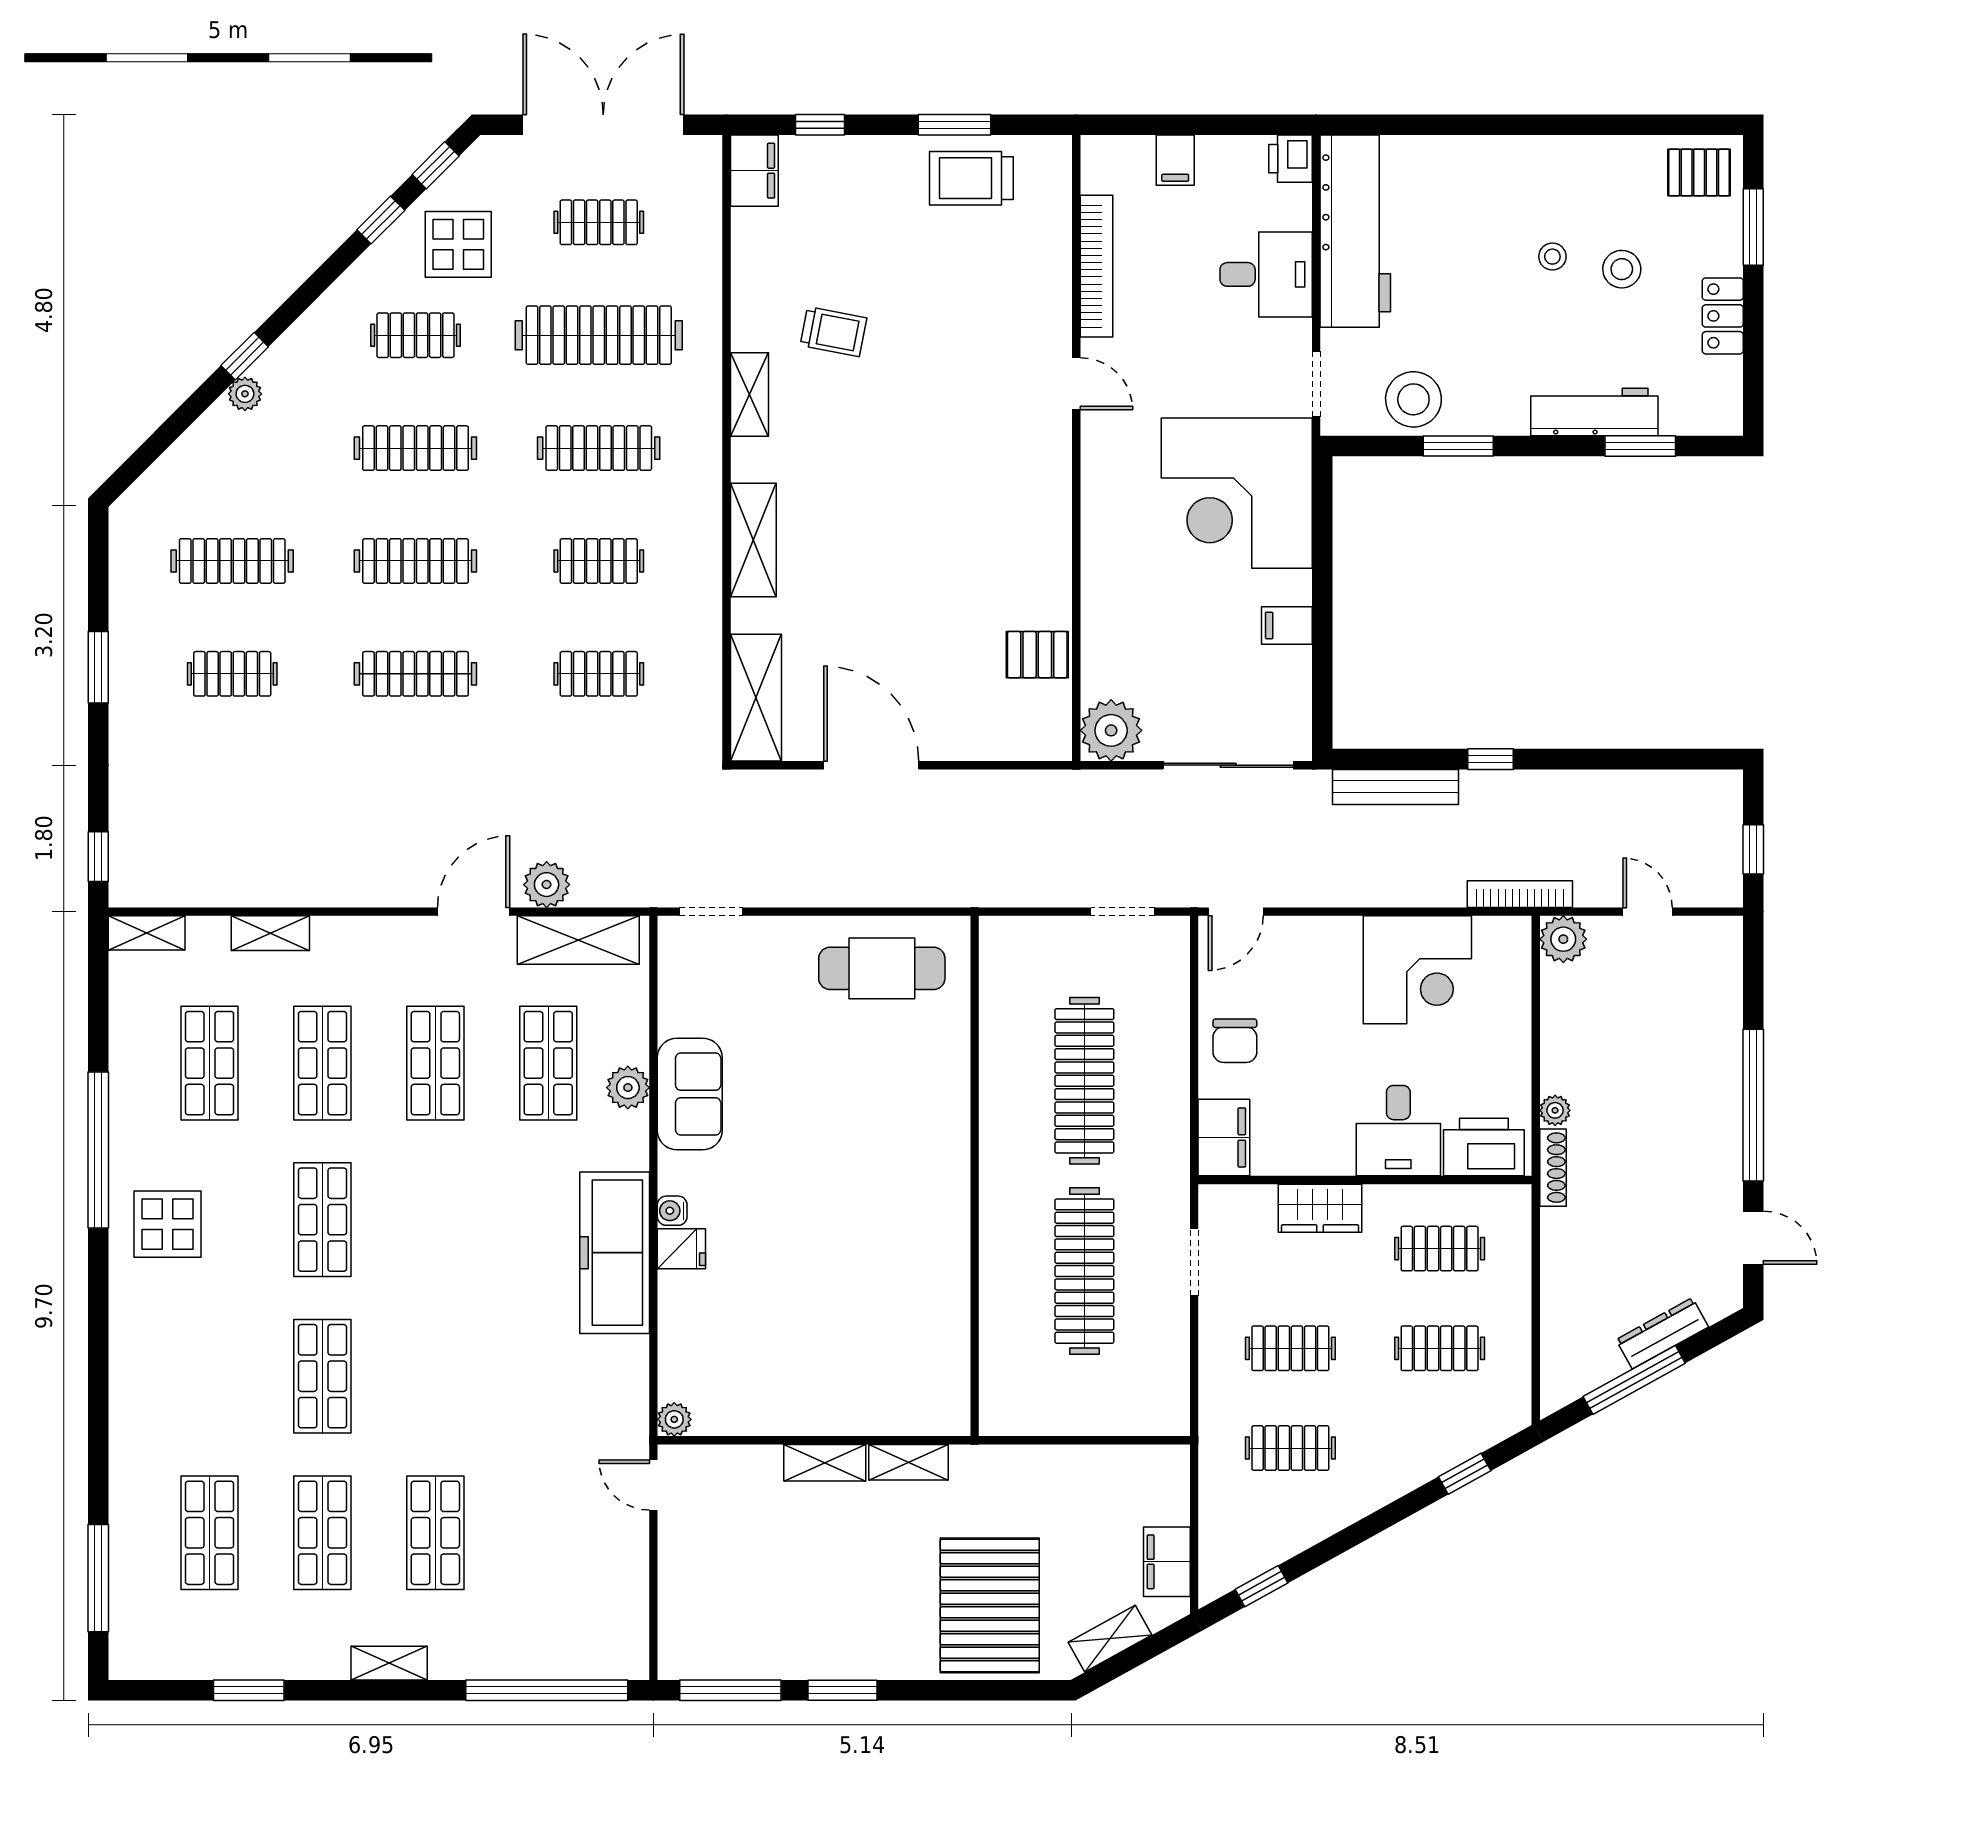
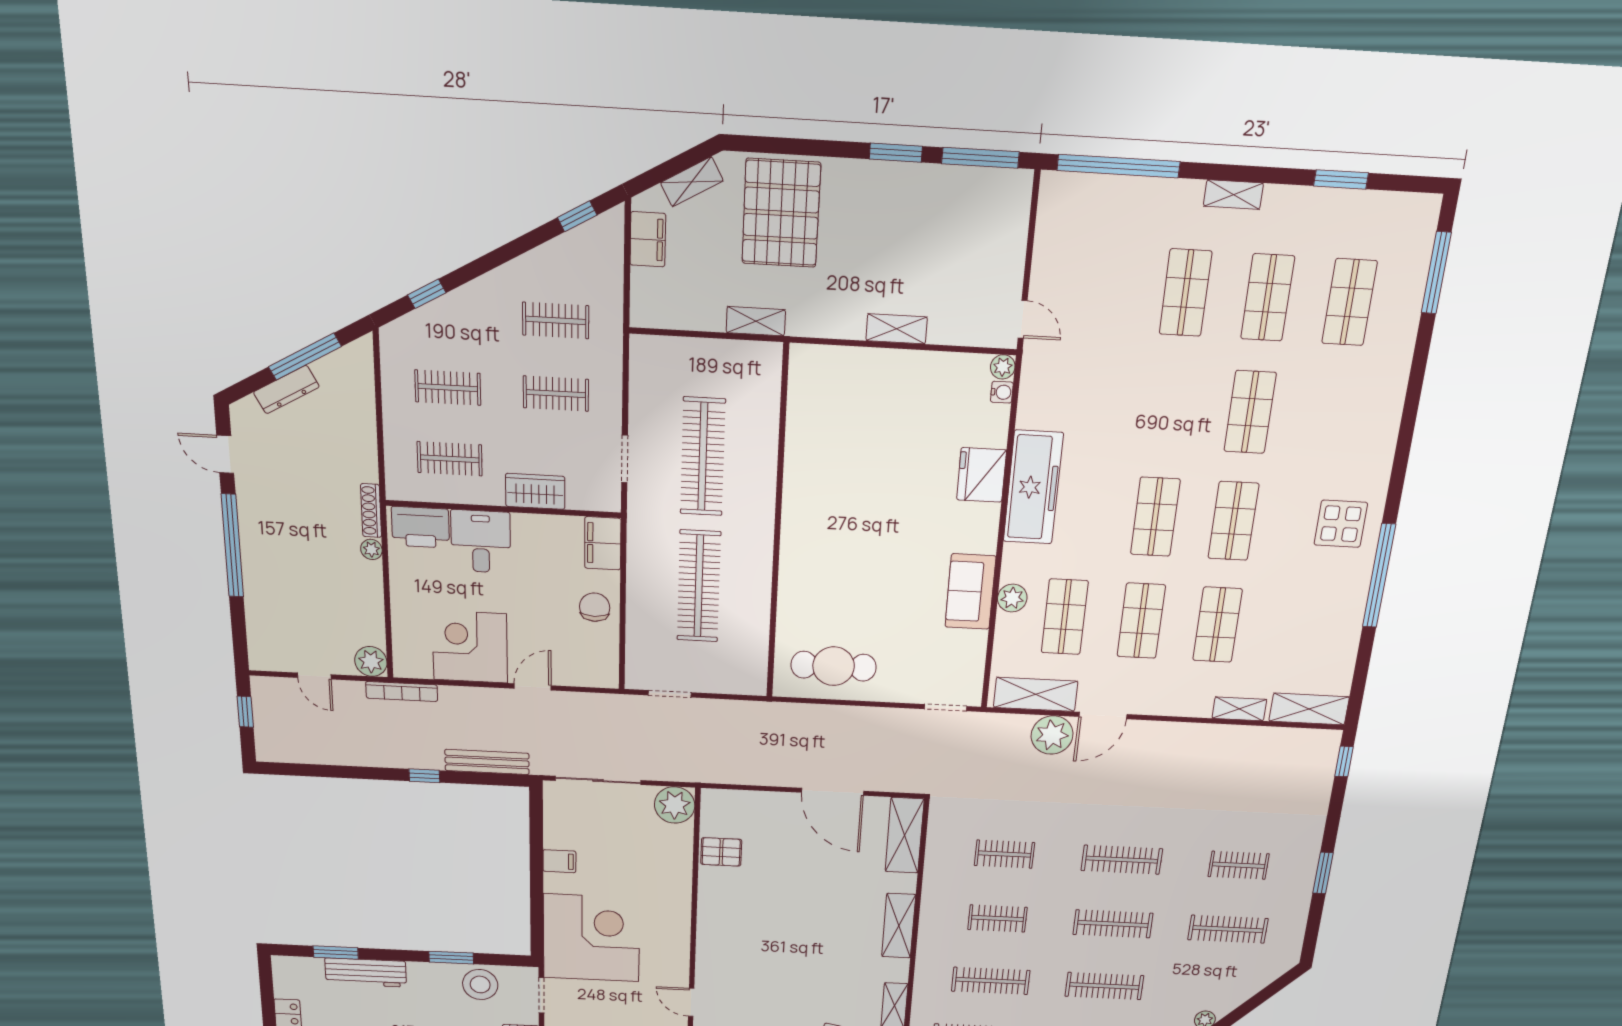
plant: (547, 885) -> (1052, 735), width x1.36, depth x1.36
door: (1236, 912) -> (533, 687), moved
shelving: (147, 933) -> (1309, 709), width x1.50, depth x1.33
shop shelf: (210, 1063) -> (1155, 517), moved
water cooler: (672, 1211) -> (1002, 392), moved
fridge: (681, 1249) -> (982, 475), width x1.88, depth x1.34
shelving: (909, 1462) -> (756, 321), moved

